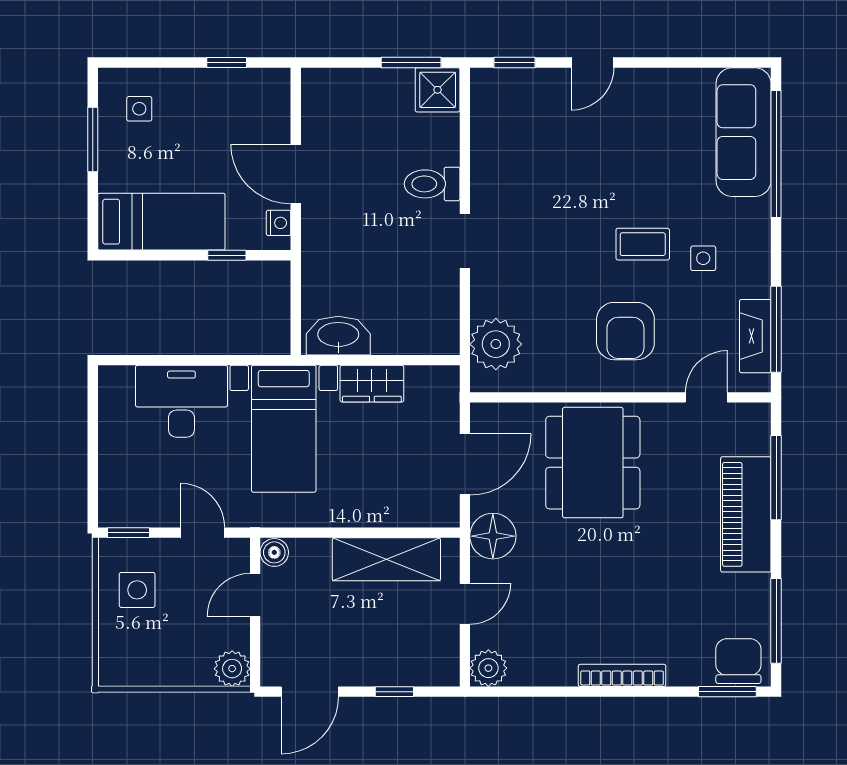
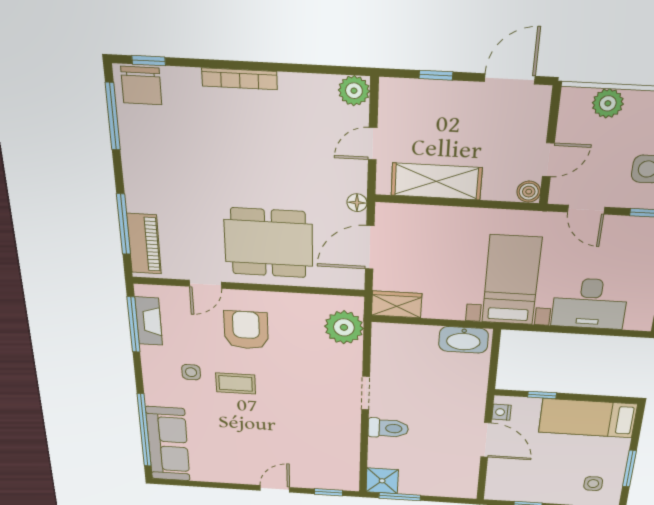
wardrobe: (372, 384) -> (397, 304), moved
door: (706, 397) -> (205, 284), moved
dining table: (593, 463) -> (269, 243), turned 90
piano: (746, 514) -> (144, 244), moved, width x0.73, depth x0.75
floor lamp: (493, 536) -> (357, 203), width x0.53, depth x0.53
plant: (232, 669) -> (608, 103), moved
window: (727, 692) -> (149, 61), width x0.67

